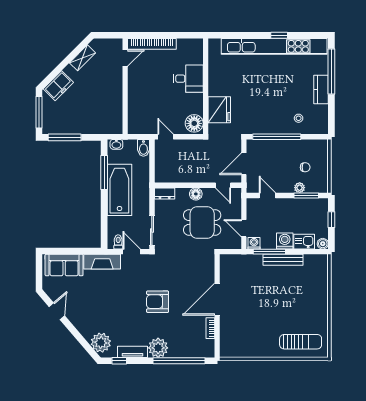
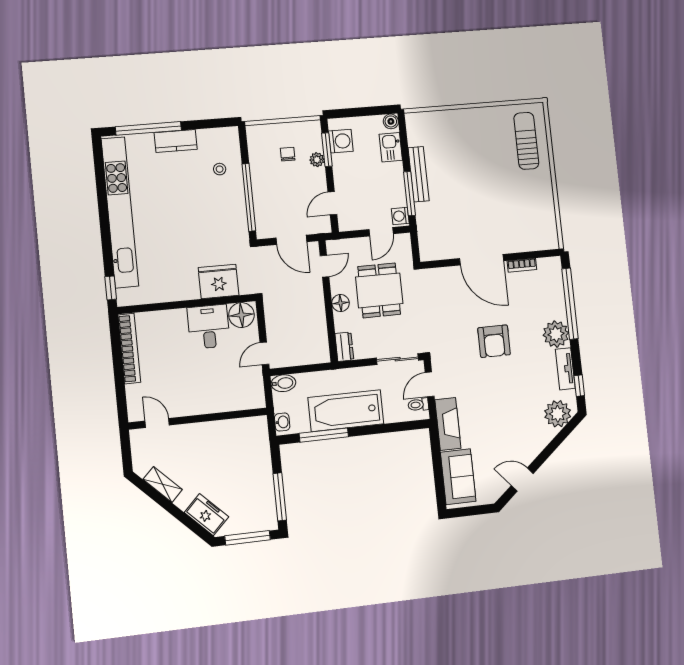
window: (279, 35) -> (111, 288), moved
bookcase: (152, 44) -> (129, 349), moved
desk: (188, 79) -> (209, 327), moved
window: (331, 220) -> (356, 112), removed
washing machine: (285, 241) -> (341, 141), moved, turned 180

